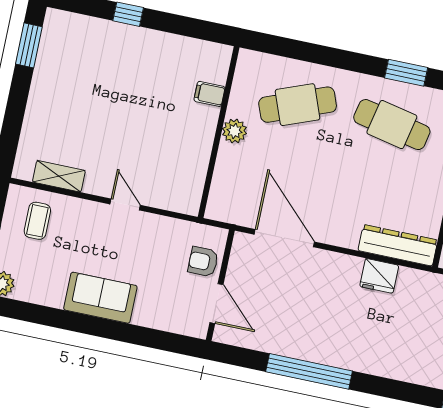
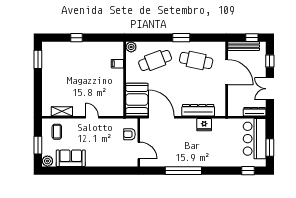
window: (406, 73) -> (181, 38), moved
plant: (234, 131) -> (131, 47), moved
booth: (237, 186) -> (137, 100), added
dresser: (398, 245) -> (198, 110), moved
sofa: (100, 298) -> (71, 158), moved

